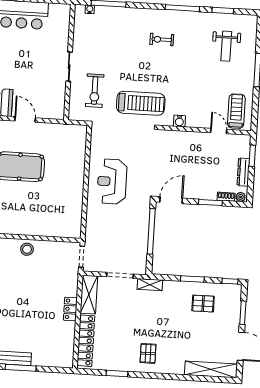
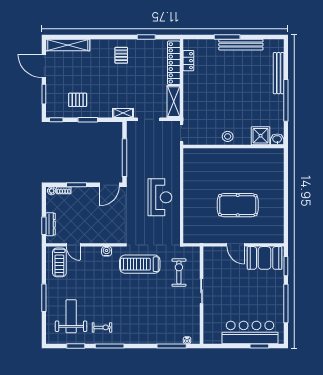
exercise bike: (162, 40) -> (102, 327), moved
weight bench: (226, 46) -> (71, 316), width x1.36, depth x1.33
dresser: (243, 172) -> (51, 224), moved
locker: (70, 309) -> (188, 61), moved

